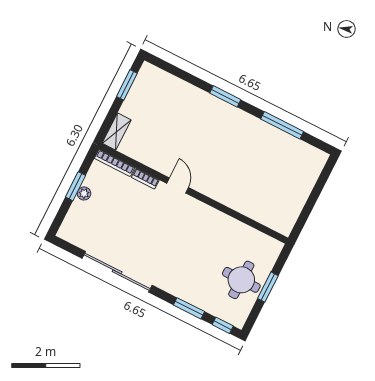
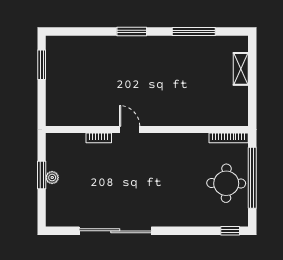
shelving: (117, 132) -> (241, 69), moved
bookcase: (115, 163) -> (229, 138), moved
window: (268, 287) -> (252, 178), width x2.11
window: (189, 308) -> (193, 231), removed

